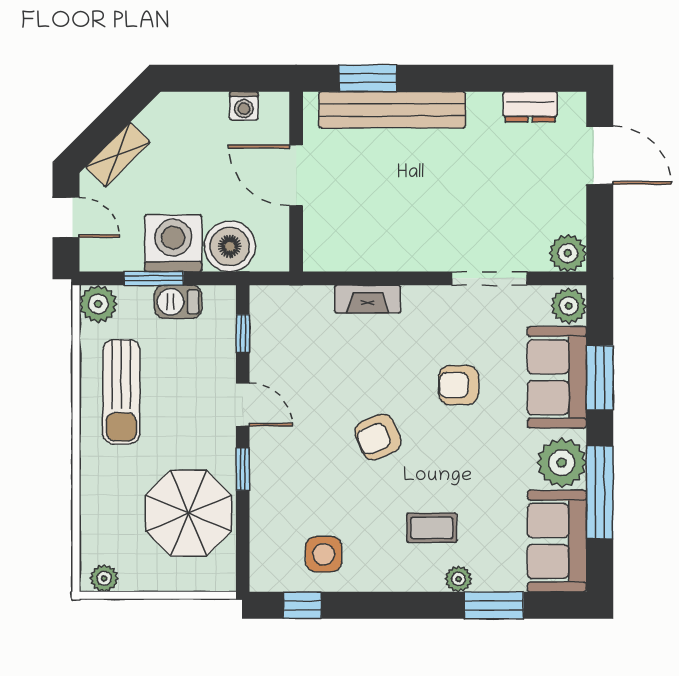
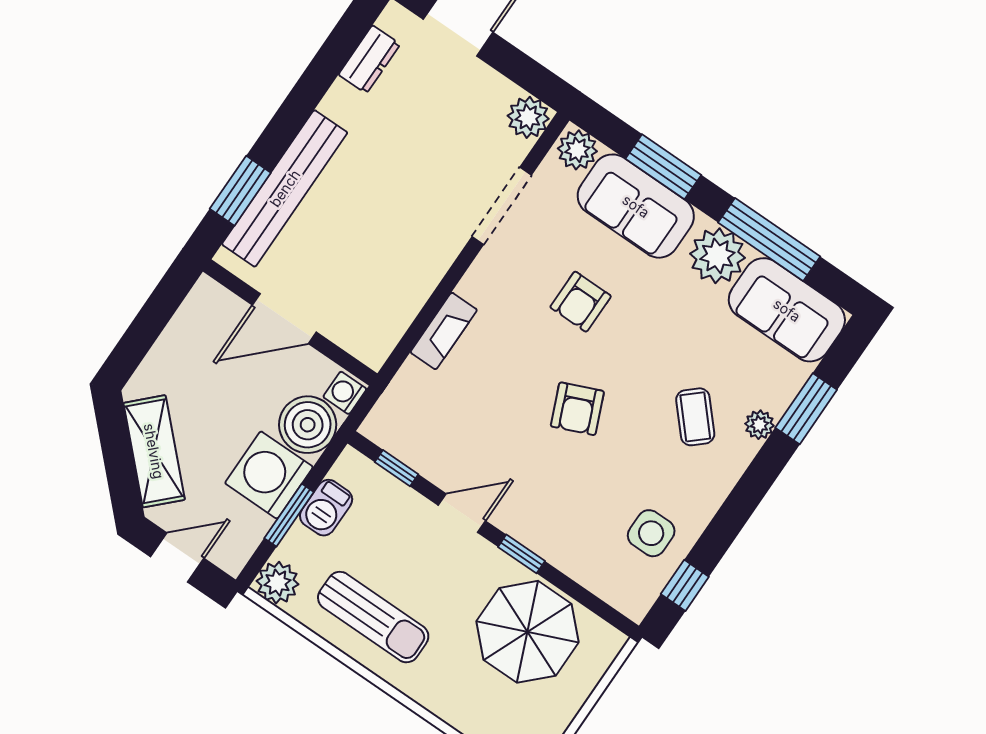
washing machine: (244, 106) -> (345, 393), moved, turned 180
shelving: (118, 155) -> (154, 451), width x1.50, depth x1.33
coffee table: (432, 528) -> (695, 417), turned -42

